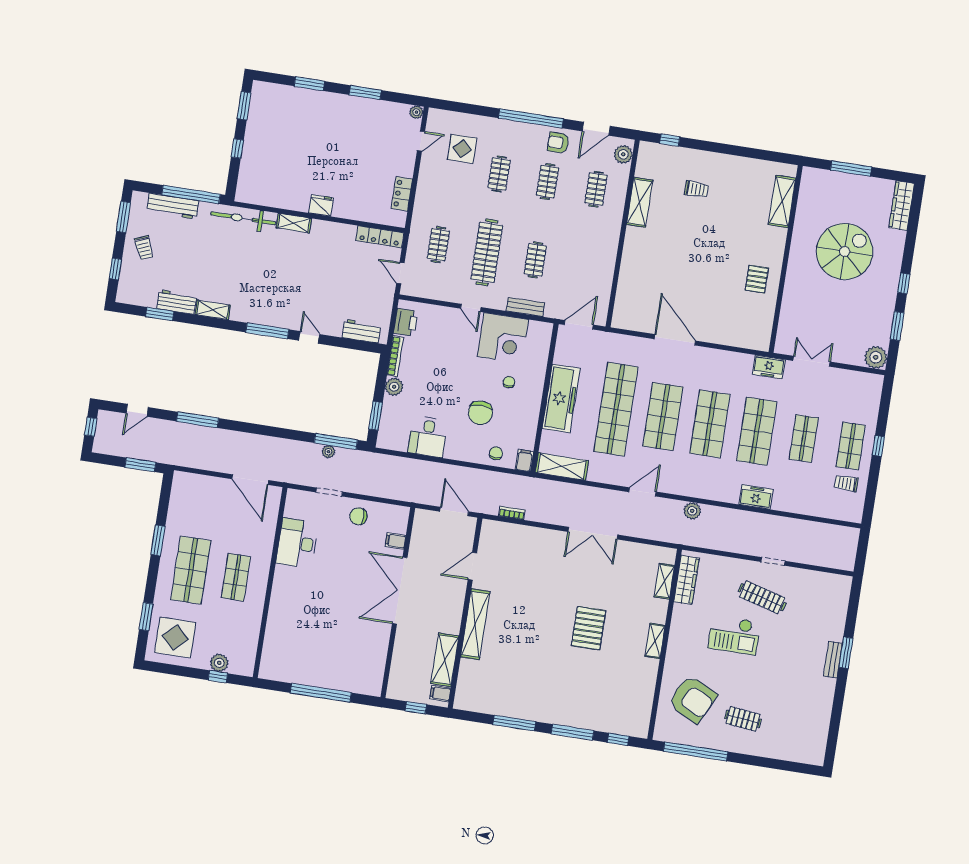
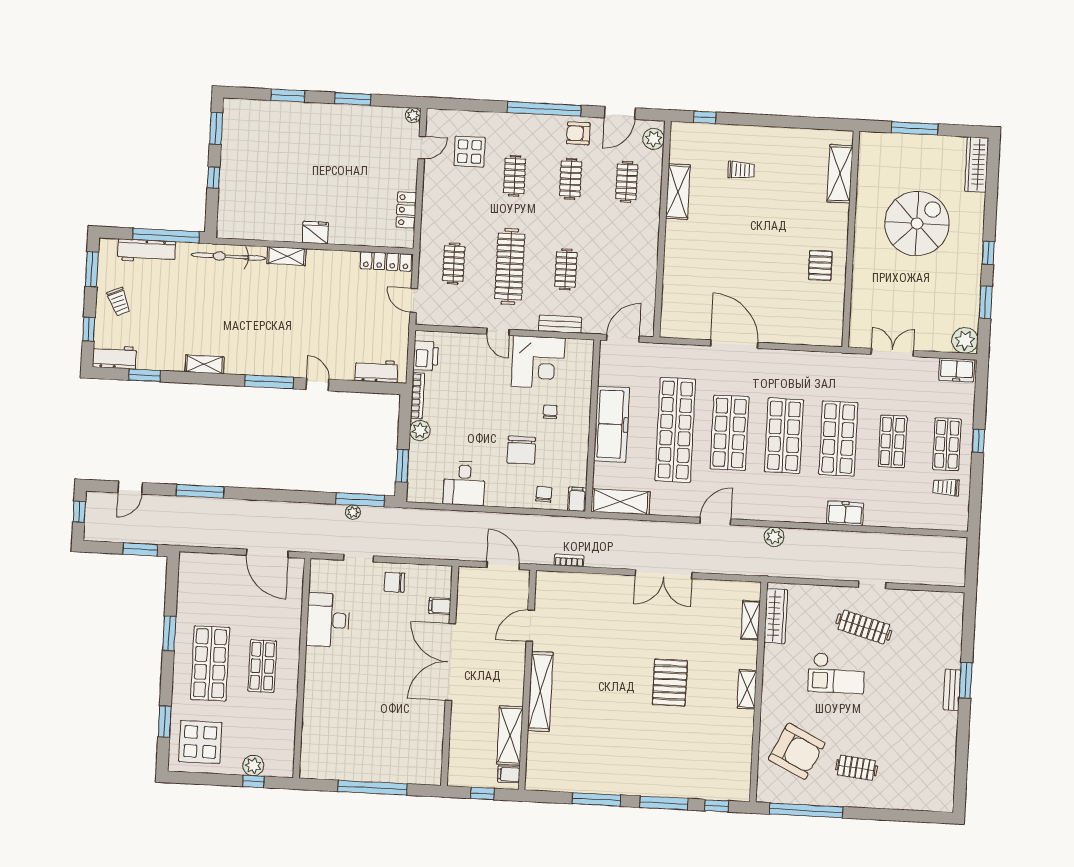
workbench: (177, 302) -> (114, 357), moved
freezer: (769, 367) -> (957, 370), moved

